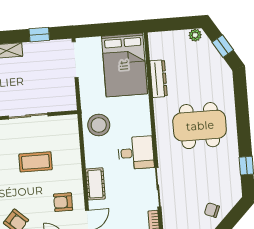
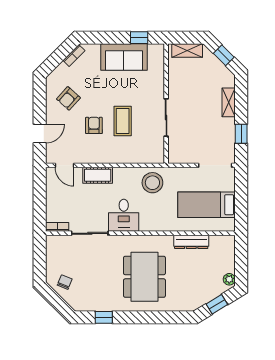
bed: (124, 65) -> (207, 205), width x0.67
armchair: (63, 202) -> (94, 125), moved

